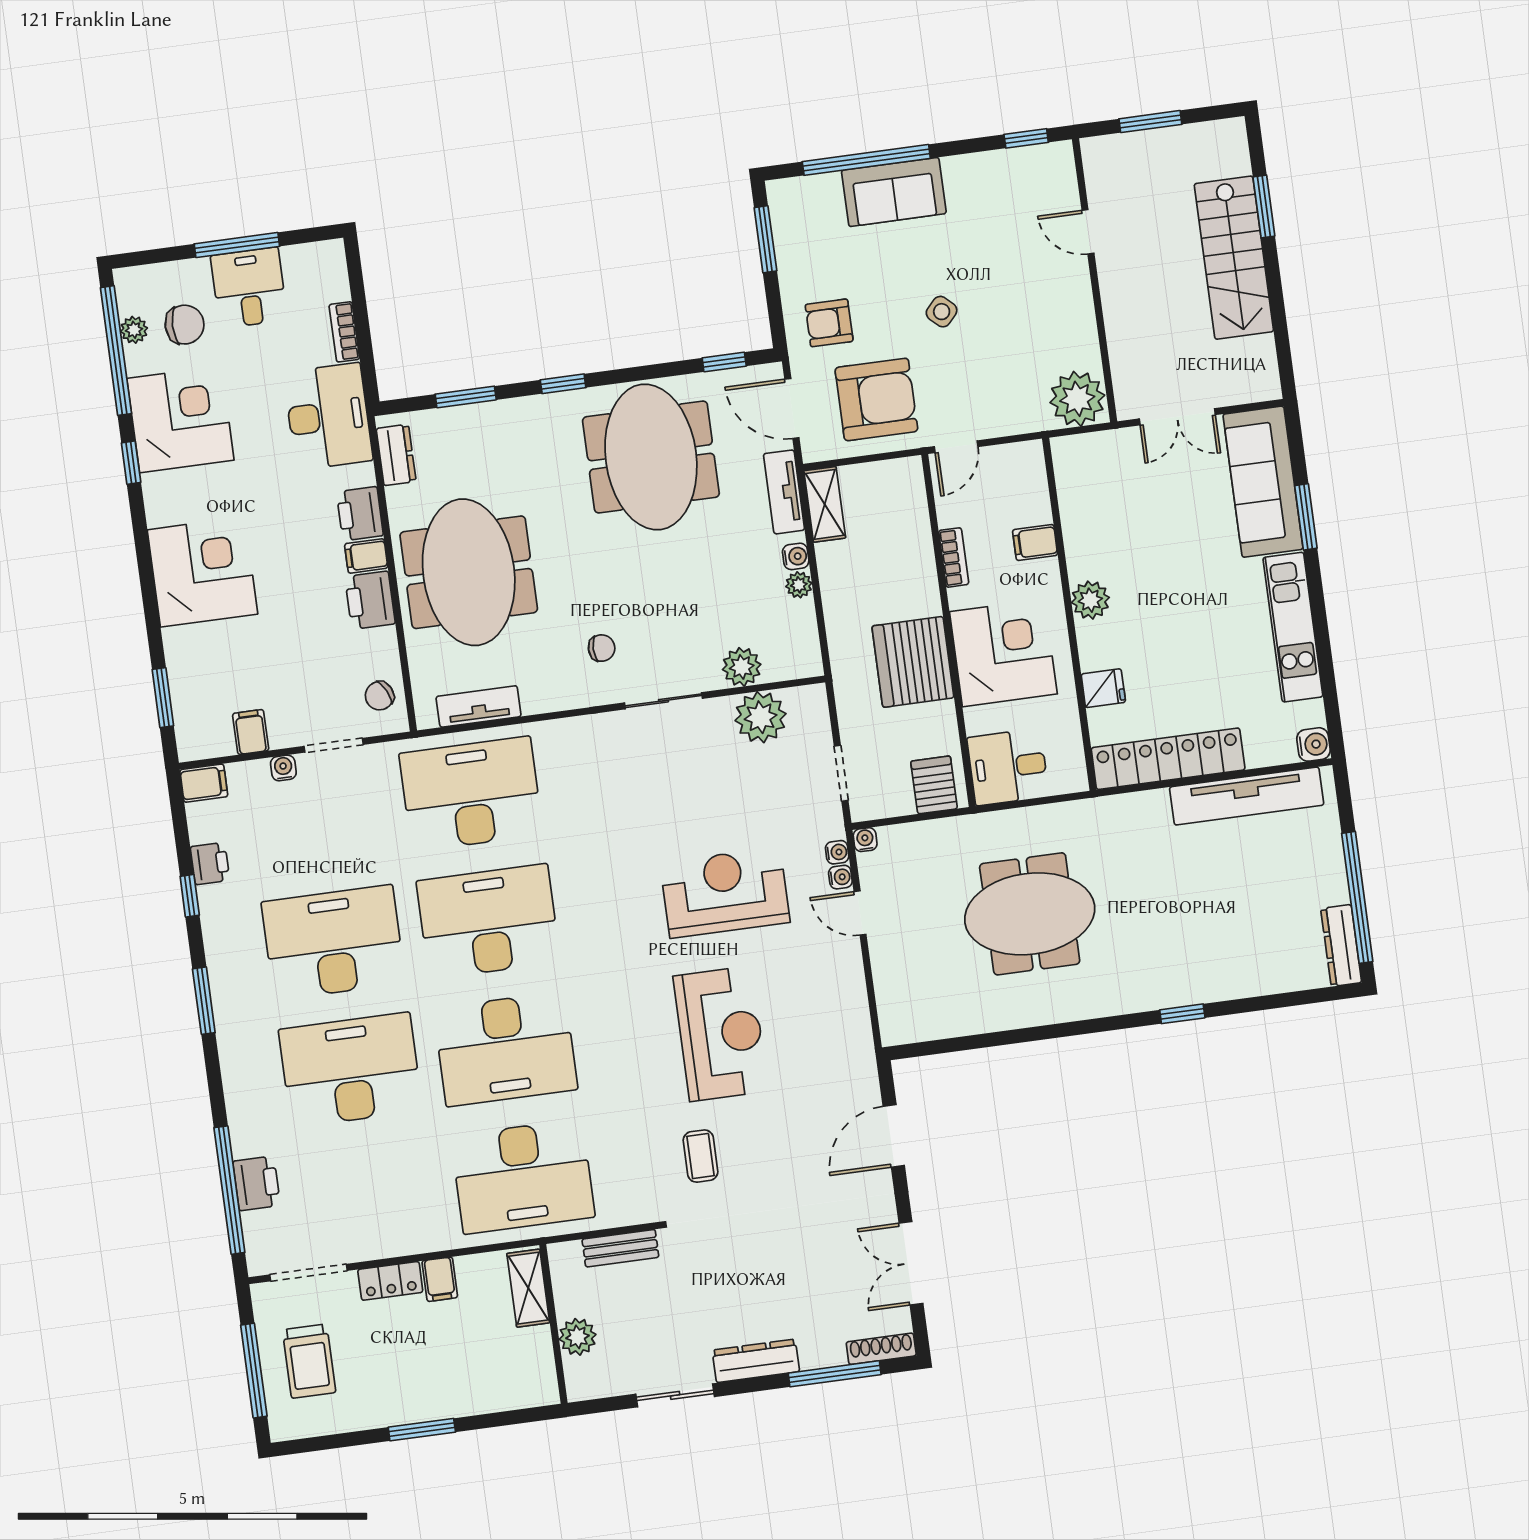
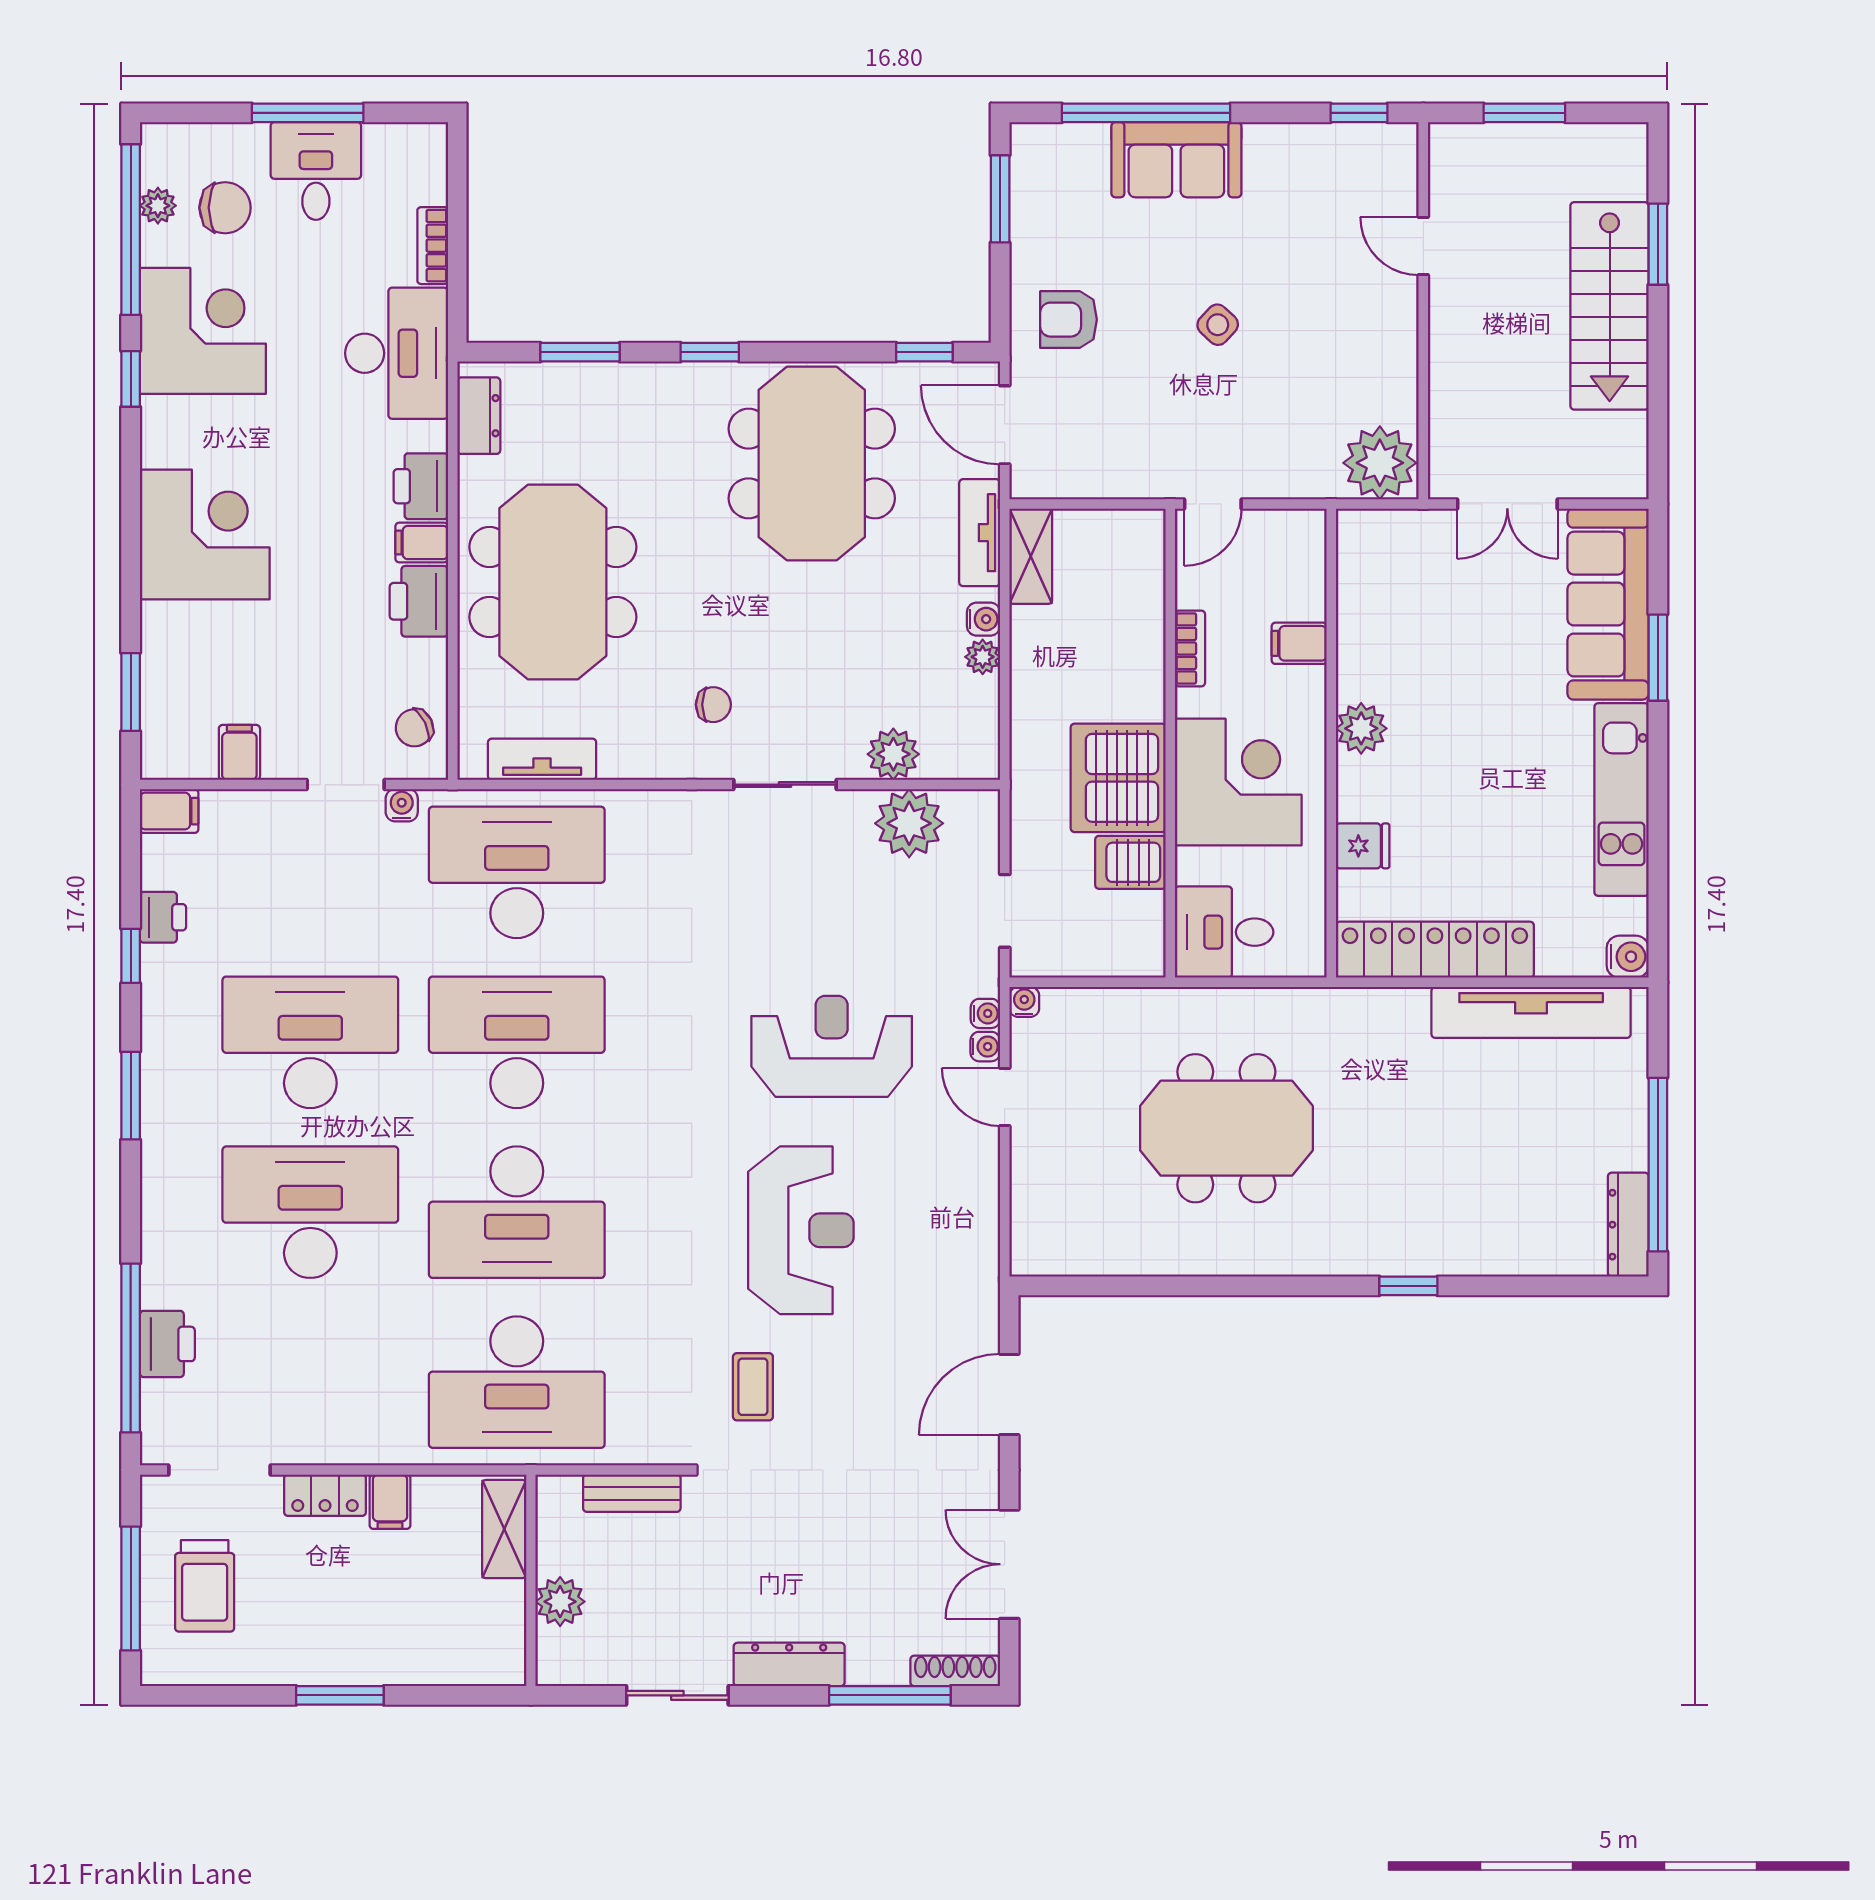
armchair: (876, 399) -> (1117, 428), removed
water cooler: (283, 768) -> (402, 805), moved
server rack: (934, 785) -> (1130, 862), moved, turned -90

